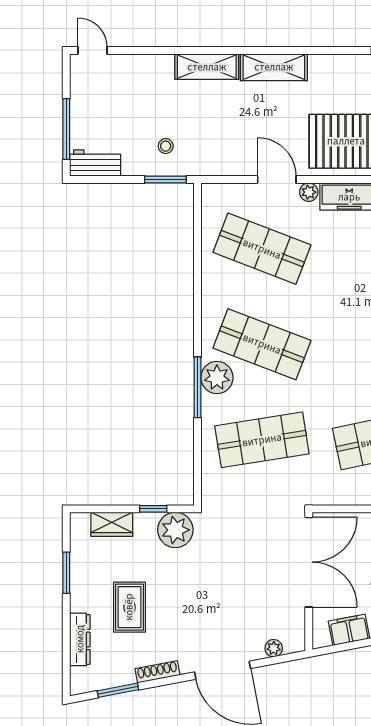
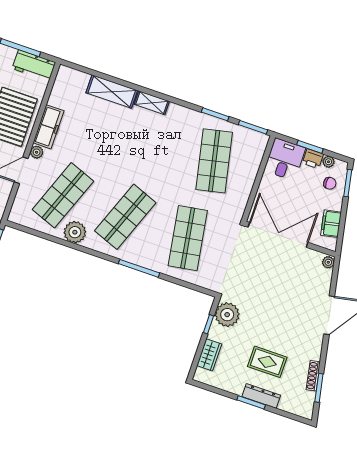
plant: (217, 378) -> (75, 232), moved
window: (66, 573) -> (251, 402), moved
dresser: (80, 639) -> (261, 396), moved
plant: (274, 648) -> (328, 262), moved
shoe rack: (157, 672) -> (313, 376), moved

